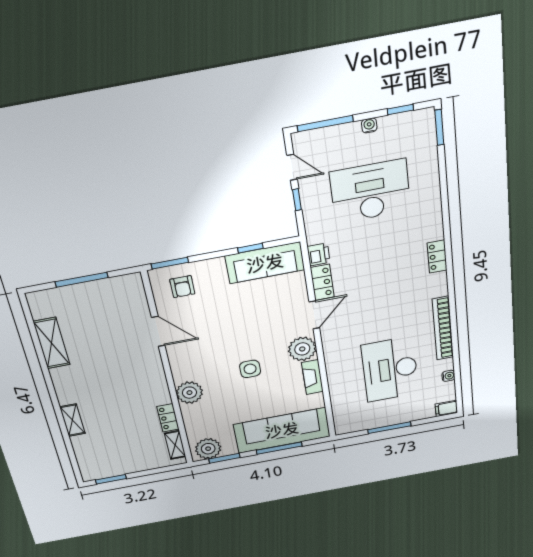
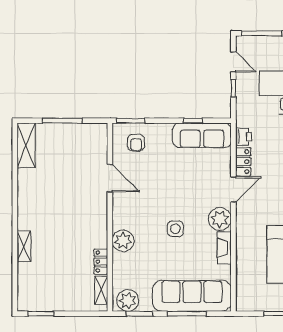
shelving: (52, 343) -> (26, 145), moved

